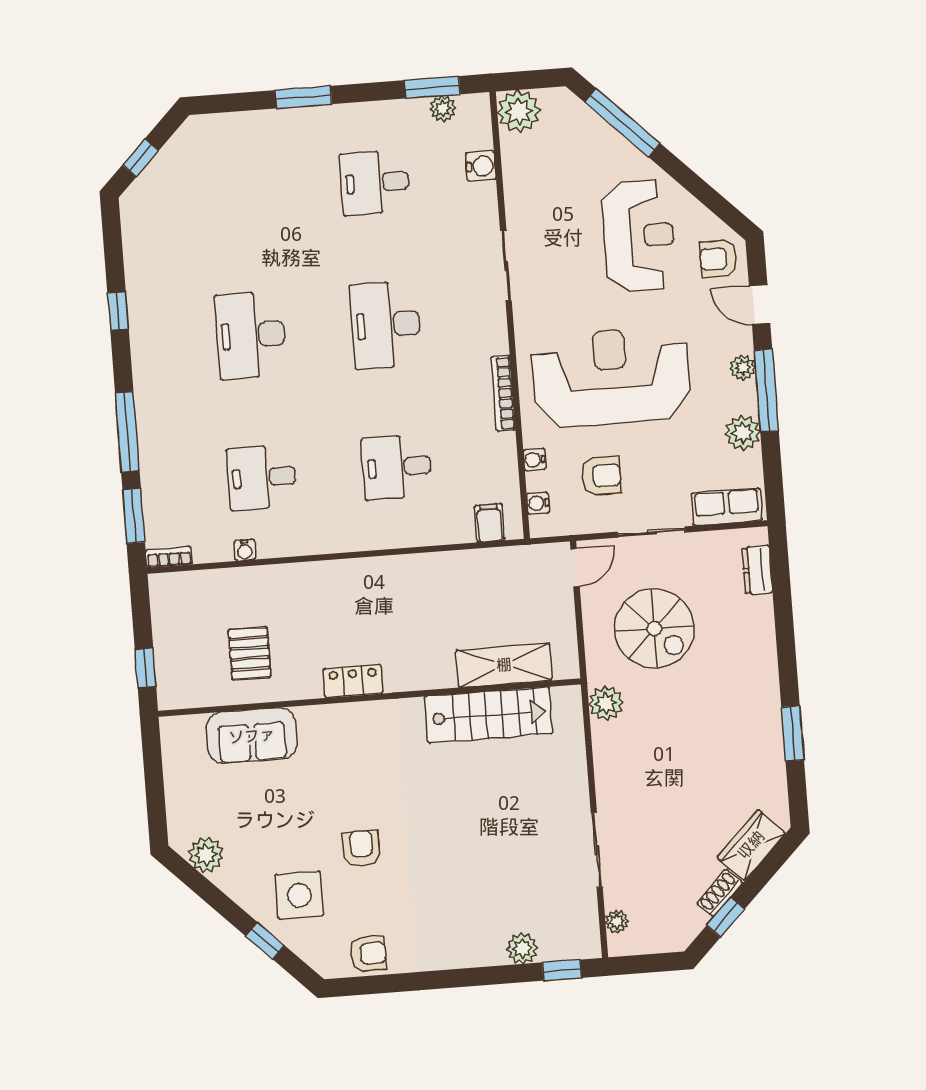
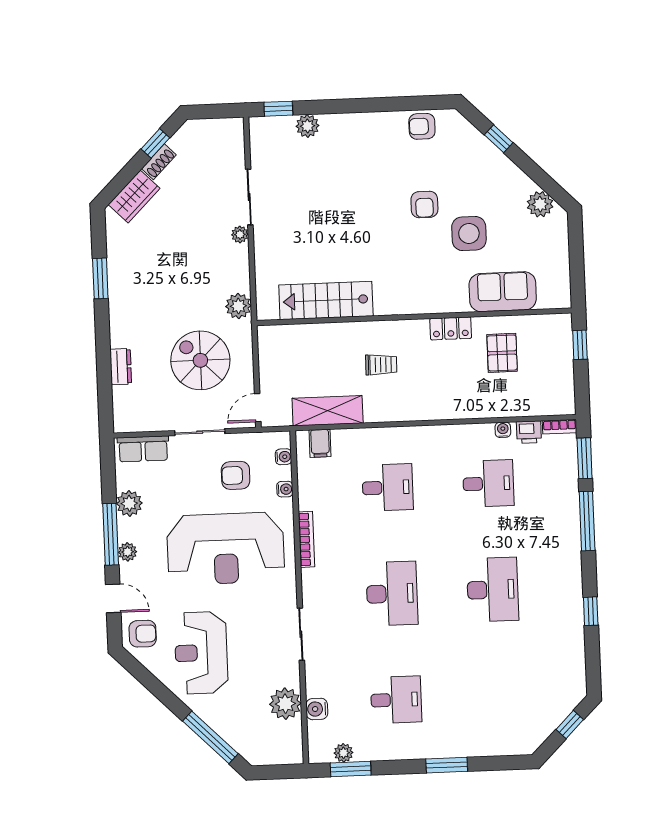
plant: (519, 111) -> (285, 704), moved
printer: (210, 548) -> (529, 432), added
dresser: (757, 570) -> (121, 367), moved
trolley: (411, 631) -> (381, 365), added
shelving: (504, 665) -> (328, 411), moved
locker: (353, 681) -> (451, 328), moved
side table: (299, 895) -> (469, 234), moved
plant: (617, 922) -> (240, 234), moved

